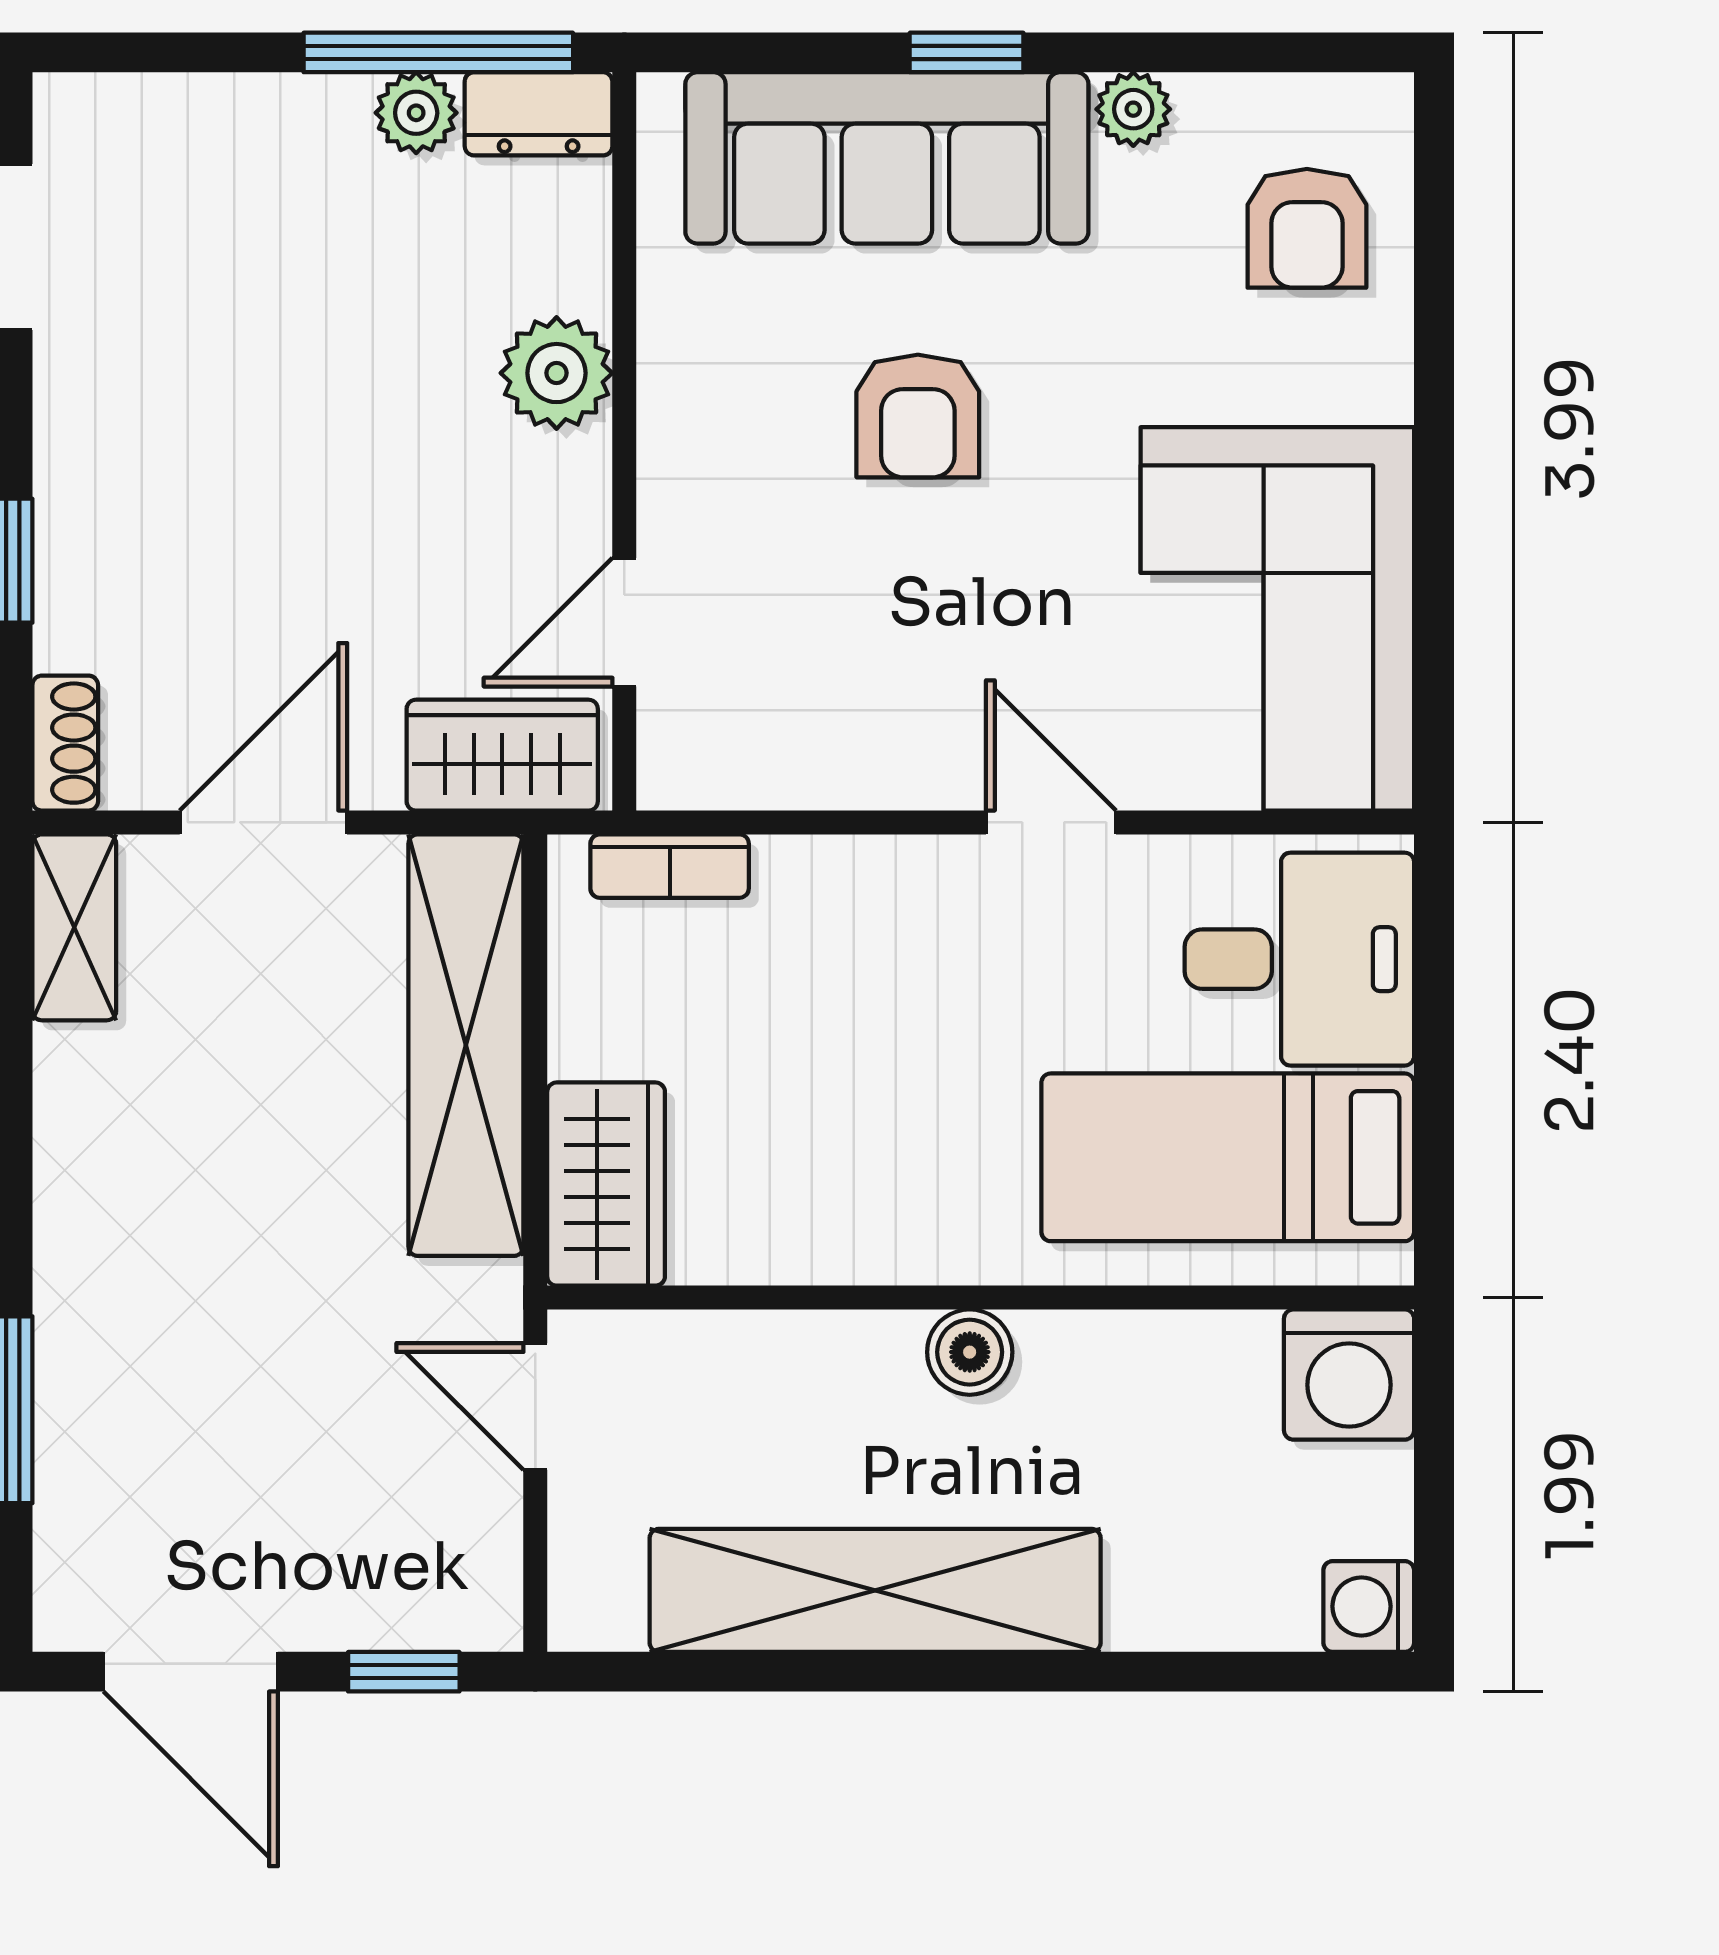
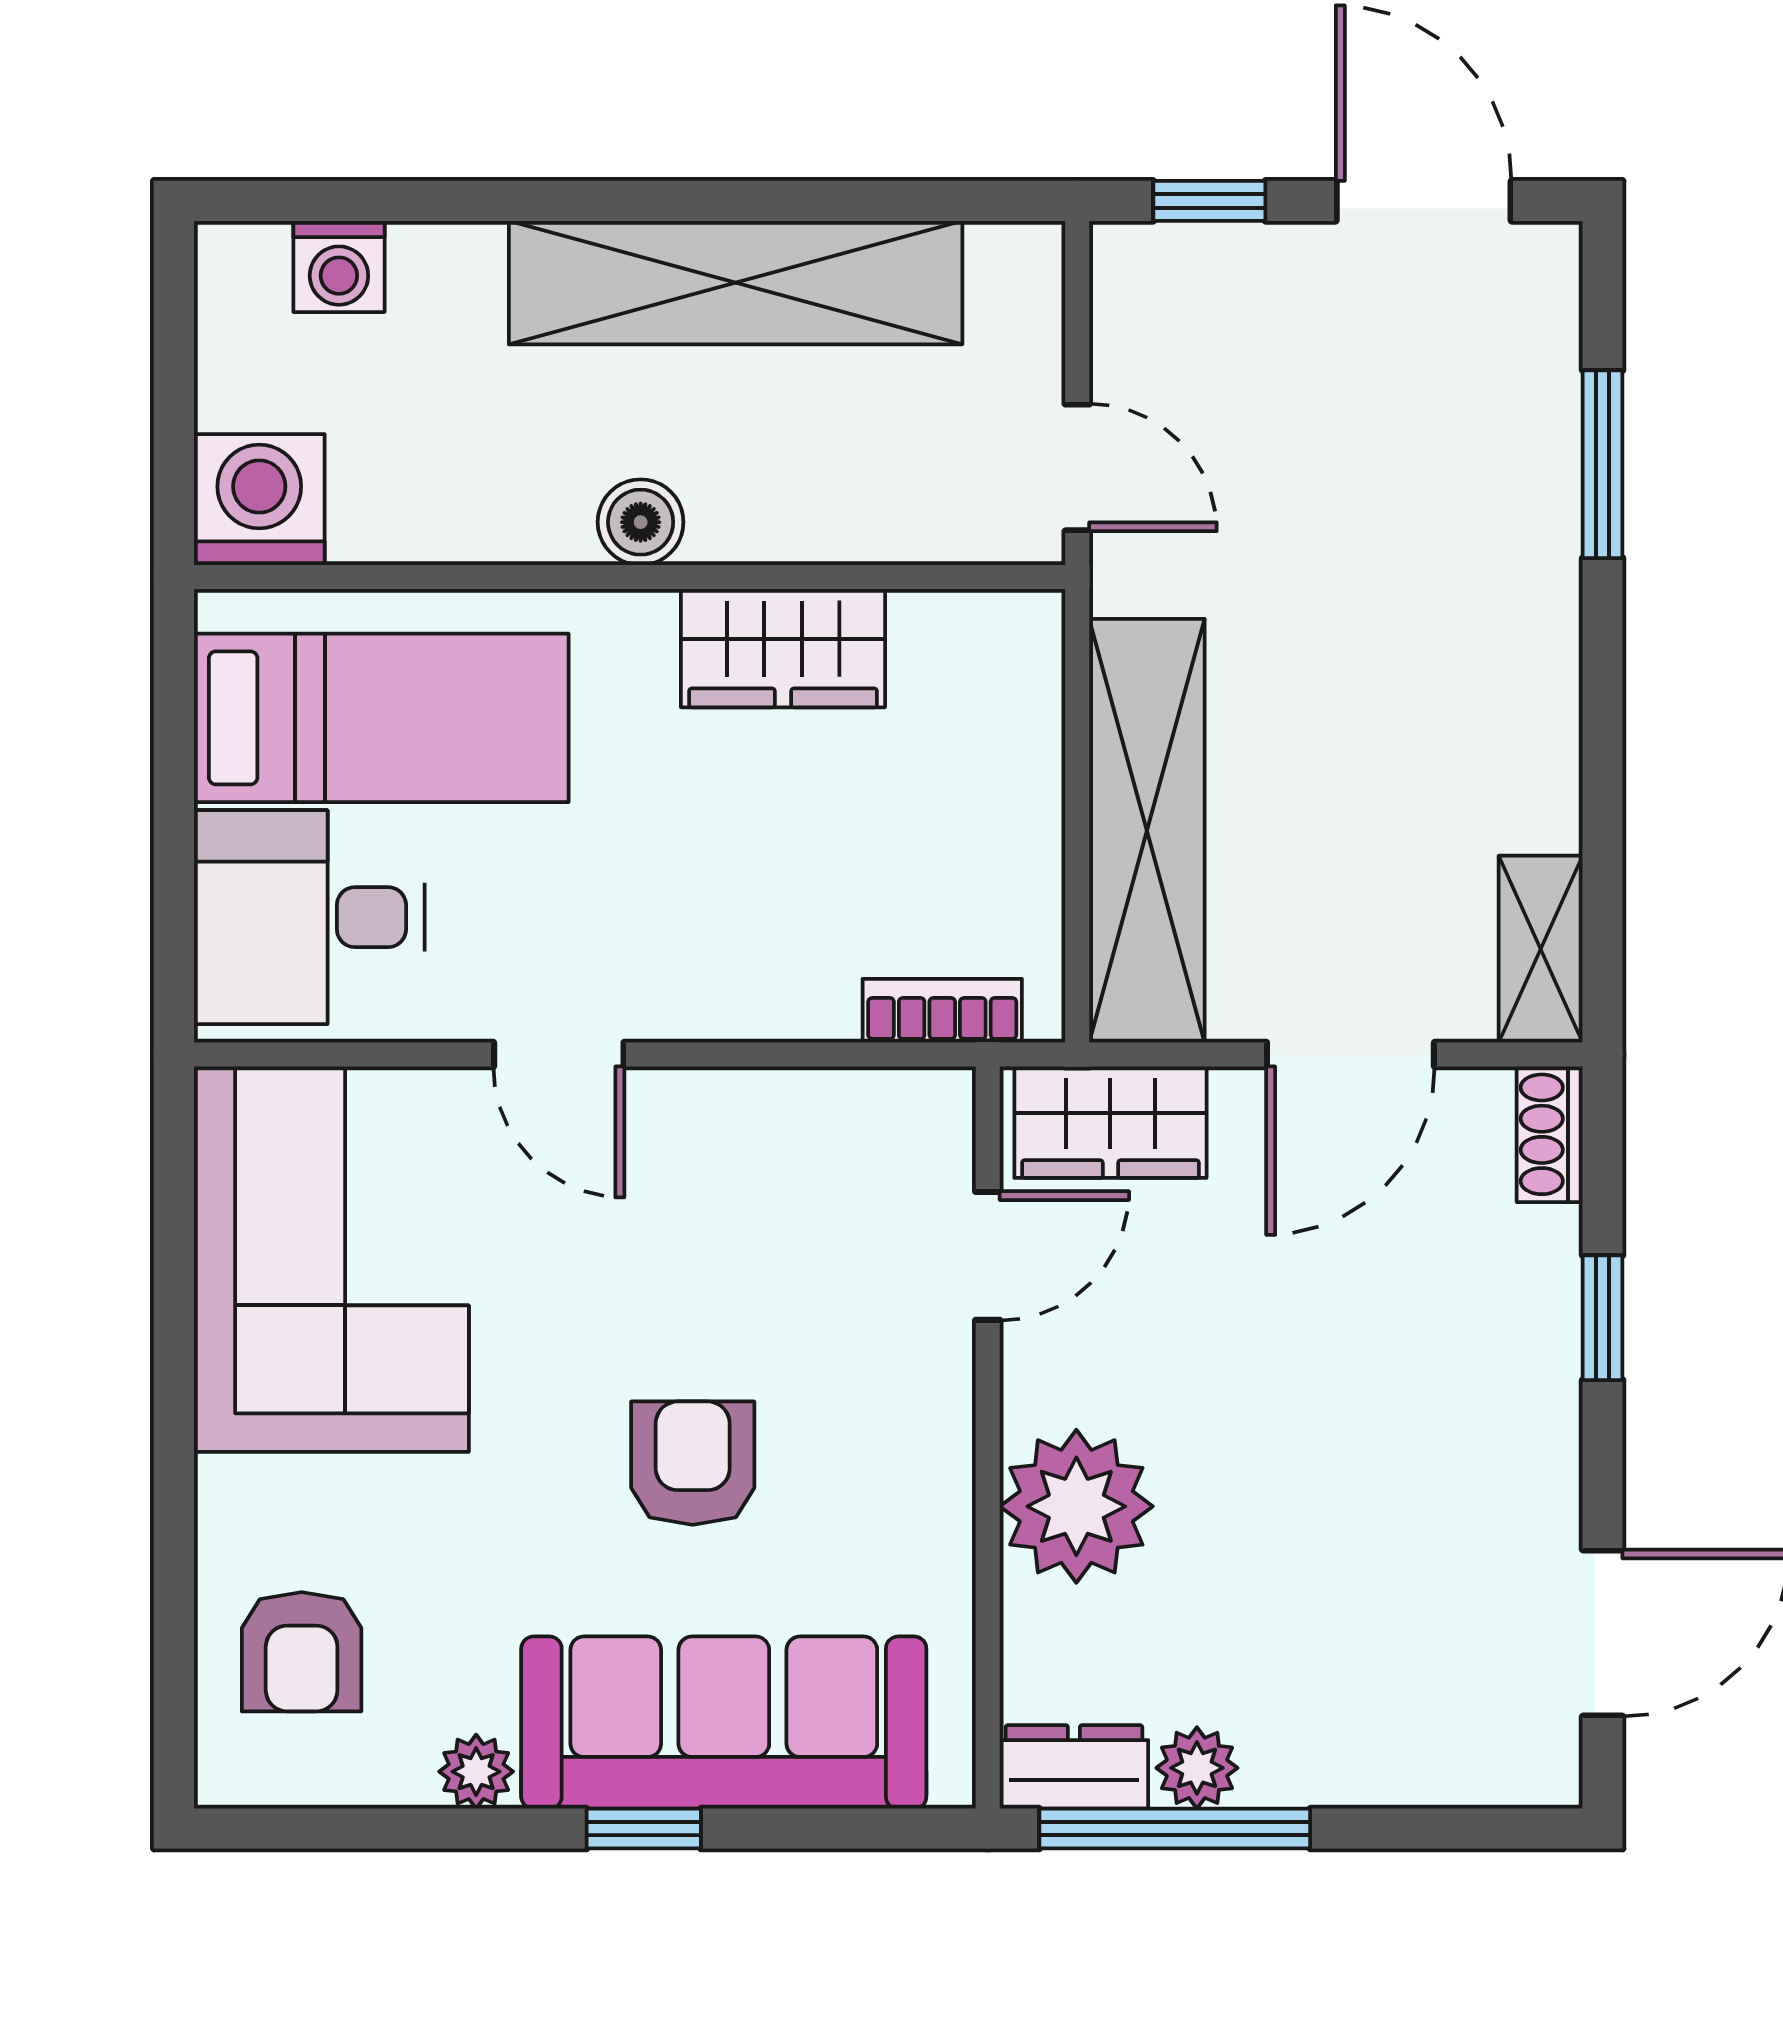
armchair: (1307, 228) -> (302, 1652), turned 180
plant: (557, 373) -> (1076, 1506), width x1.36, depth x1.36
wardrobe: (606, 1184) -> (783, 648), moved, turned -90
washing machine: (1369, 1606) -> (339, 266), moved, turned 90

